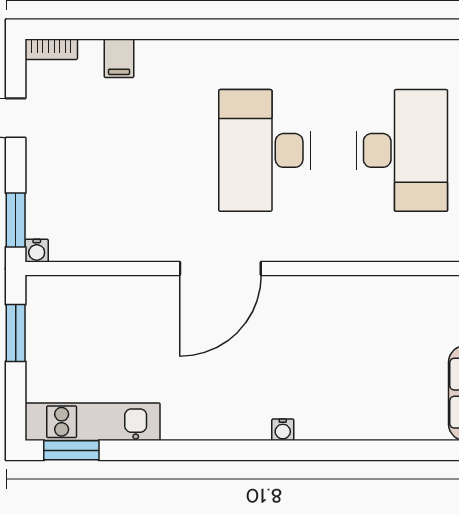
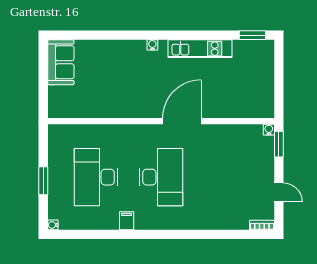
filing cabinet: (119, 58) -> (127, 221), moved
window: (16, 333) -> (279, 91), removed
kitchen unit: (93, 422) -> (200, 49), moved

